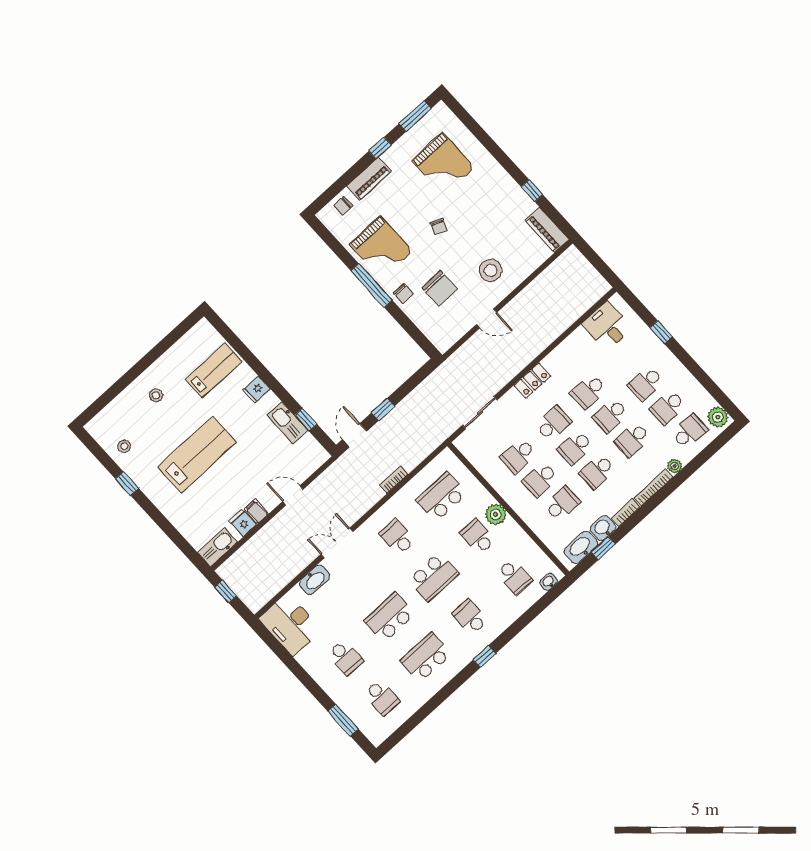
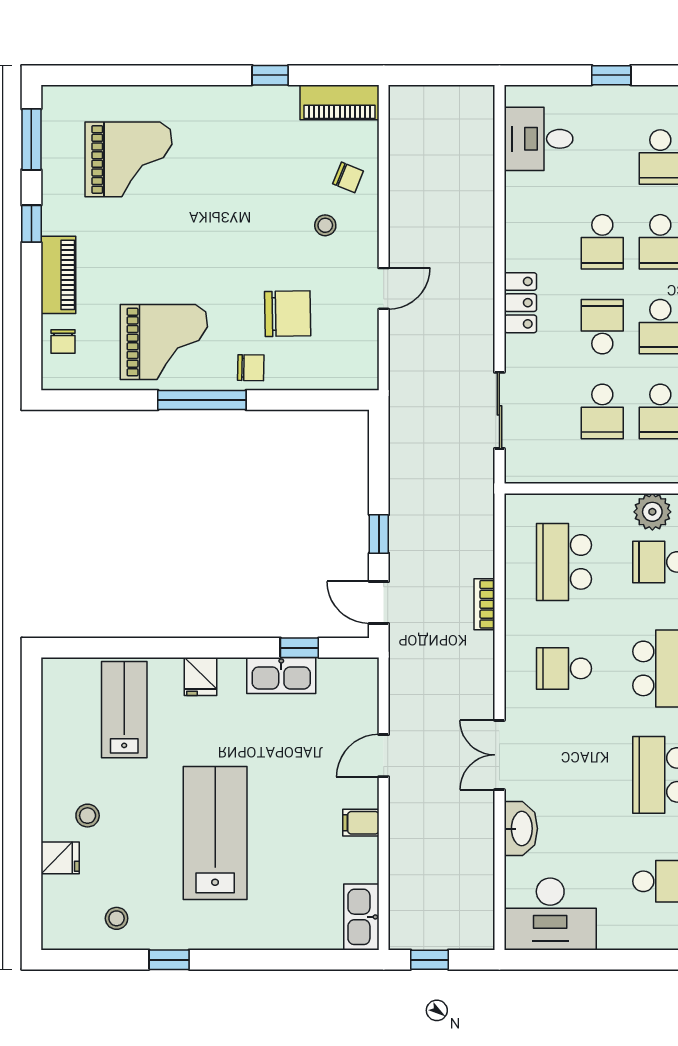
chair: (439, 227) -> (348, 177), moved
stool: (491, 270) -> (325, 225), width x0.53, depth x0.53
fridge: (243, 523) -> (60, 858), moved, turned 180

